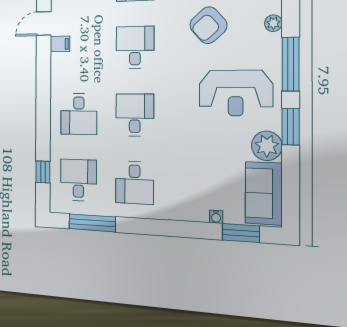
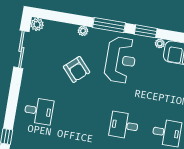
desk: (135, 47) -> (81, 118), removed
plant: (267, 146) -> (160, 44), width x0.53, depth x0.53

